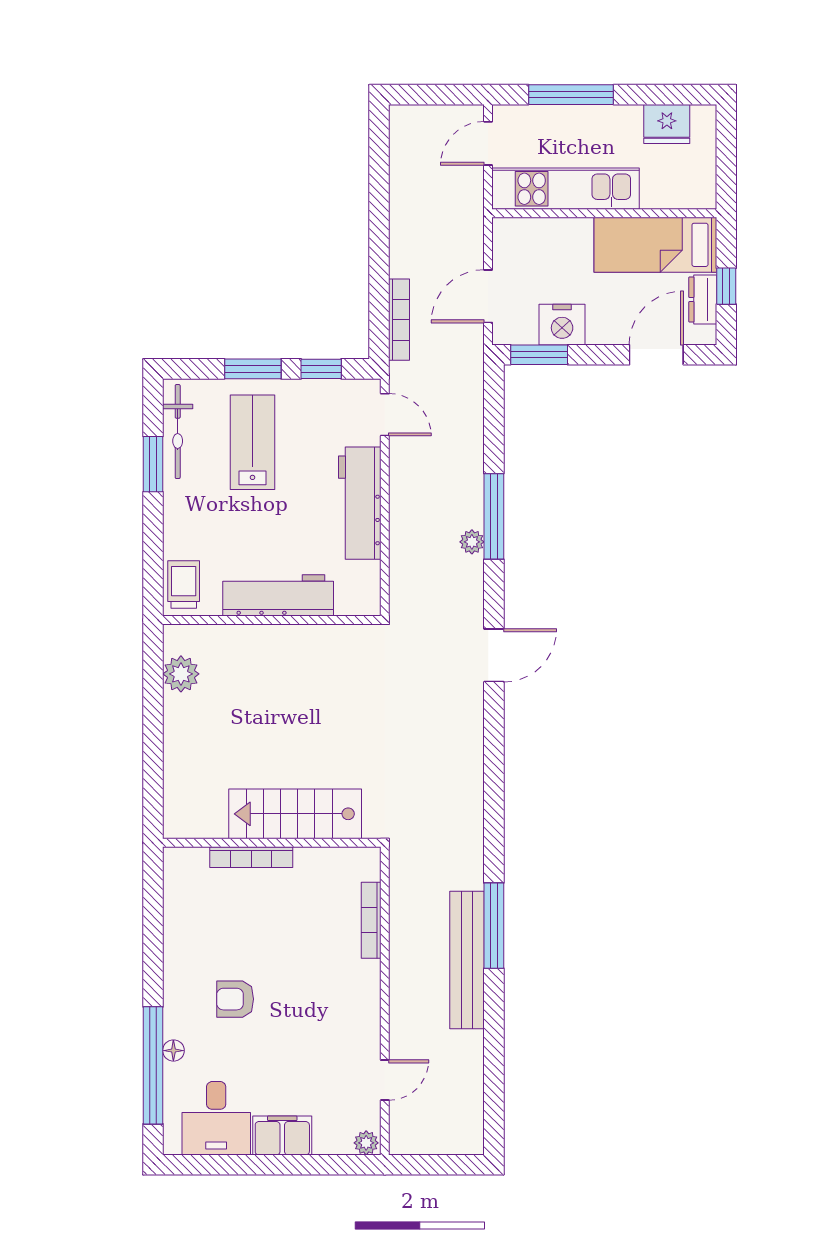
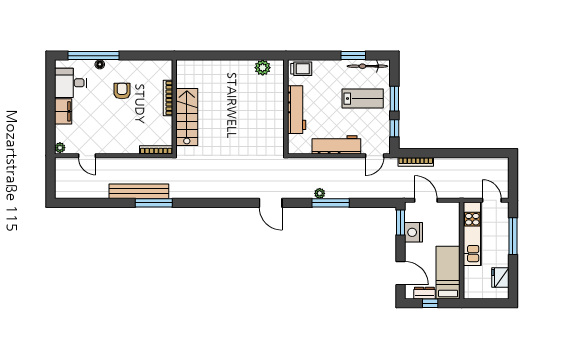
stairs: (295, 814) -> (187, 117), moved
wall: (272, 843) -> (174, 107), moved
bookcase: (251, 857) -> (168, 98), moved

